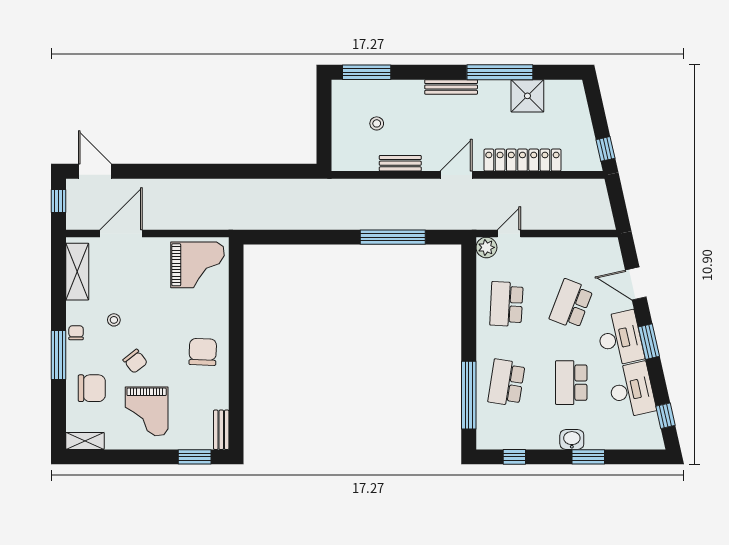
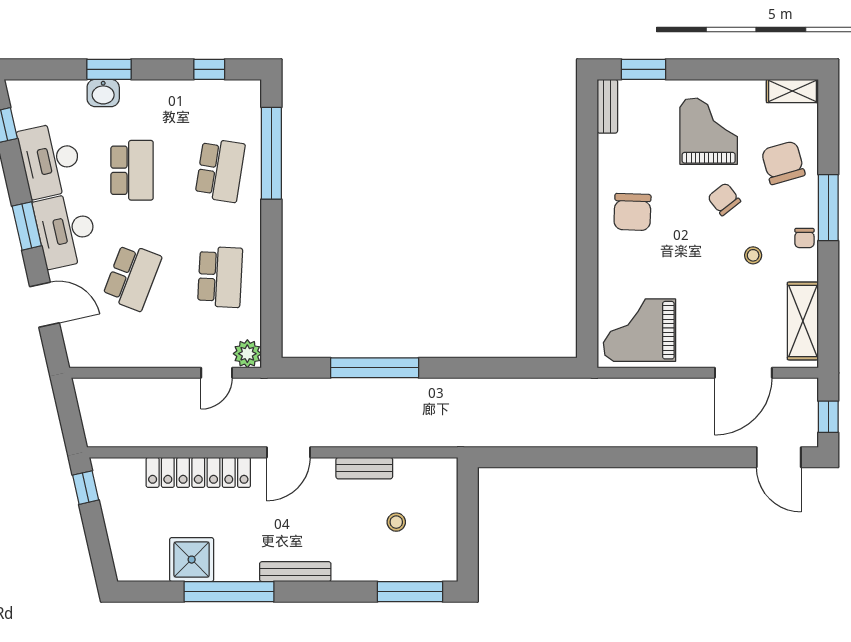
chair: (92, 388) -> (783, 163), turned 74
washbasin: (572, 440) -> (103, 93), moved

